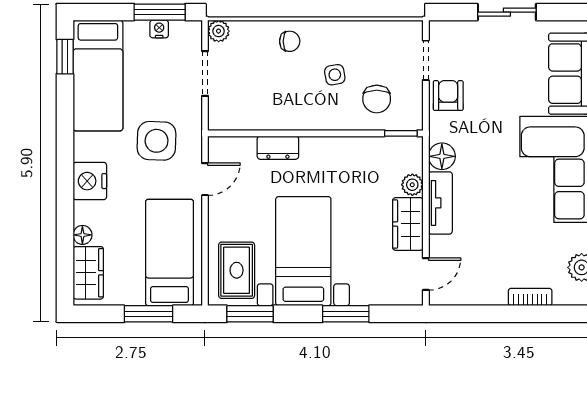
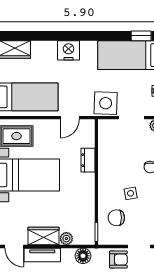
side table: (157, 141) -> (106, 103), moved
door: (205, 179) -> (70, 118), hinge flipped
tv unit: (440, 203) -> (42, 255), moved
floor lamp: (82, 235) -> (37, 46), removed

